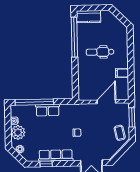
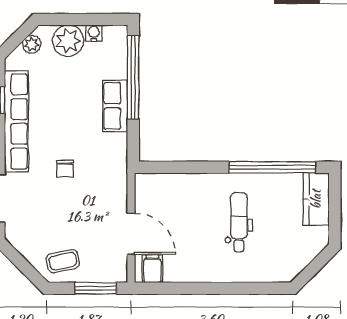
filing cabinet: (122, 73) -> (152, 269), moved
row of seats: (56, 156) -> (16, 121), width x1.36

